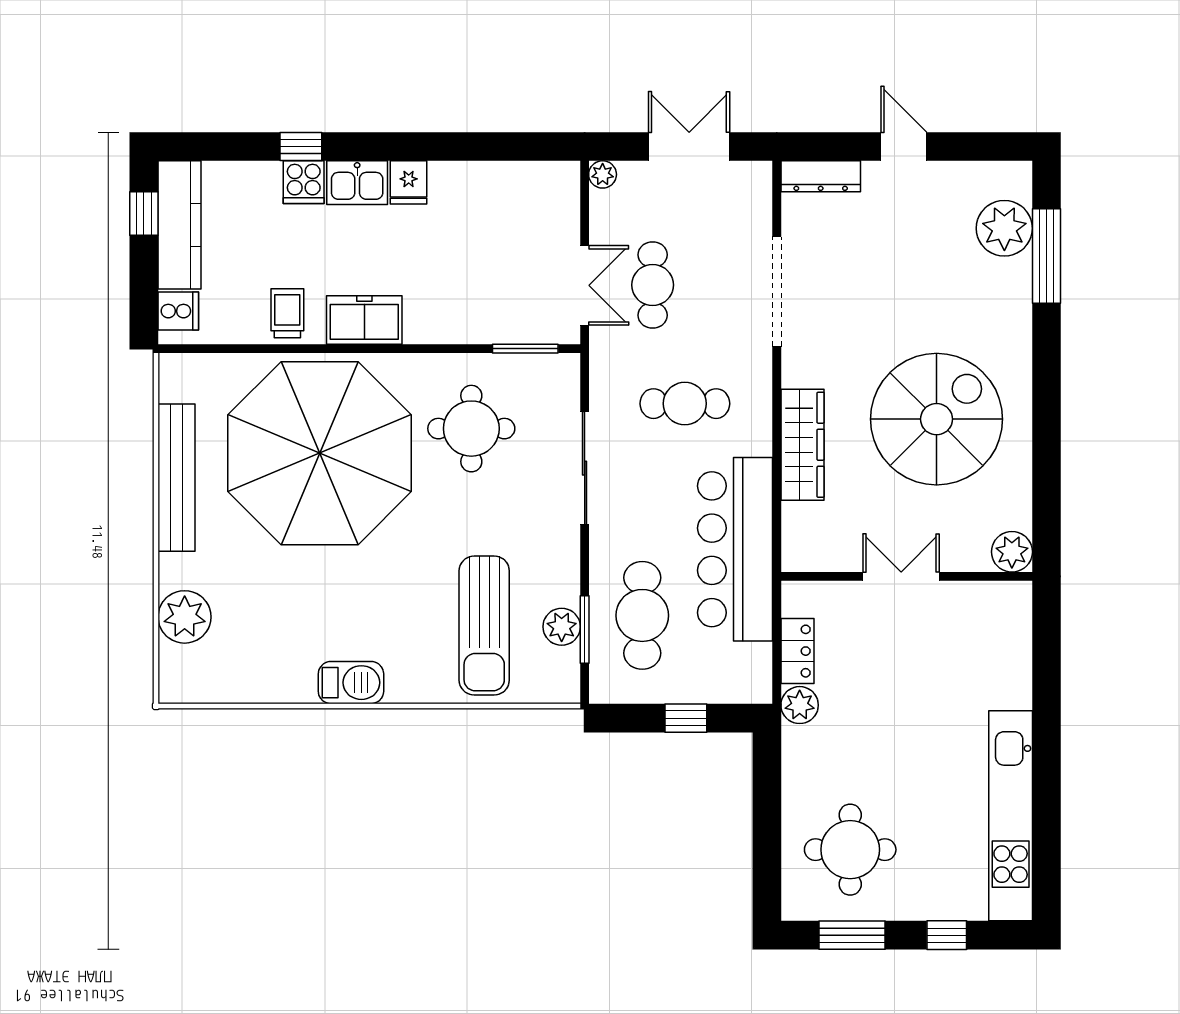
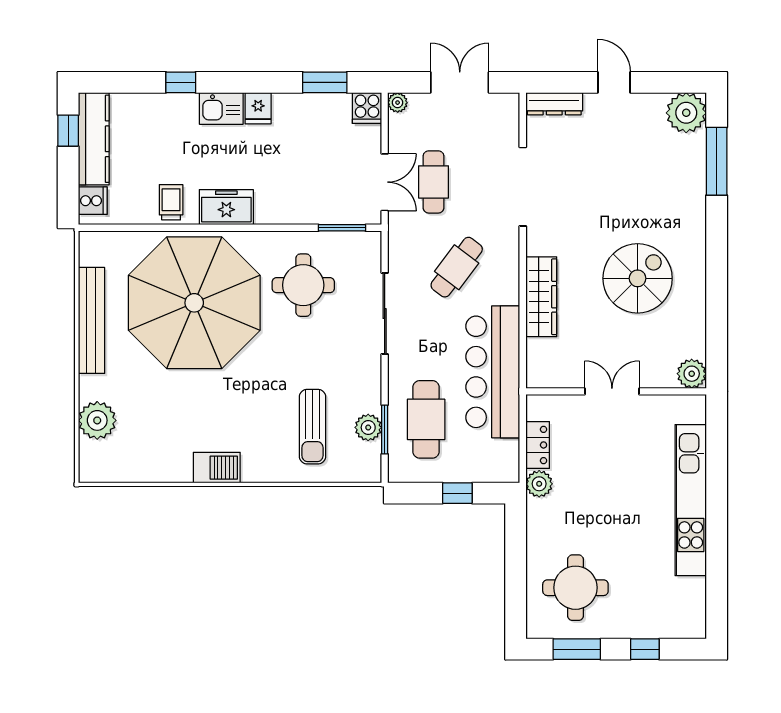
window: (501, 147) -> (325, 82), added
cooker: (304, 182) -> (367, 108), moved
plant: (1004, 228) -> (686, 113), moved
cafe table: (685, 404) -> (457, 267), turned -53
spiral stairs: (937, 419) -> (638, 278), width x0.73, depth x0.73
sun lounger: (484, 626) -> (312, 427), width x0.73, depth x0.75
kitchen unit: (1011, 816) -> (691, 500), moved

